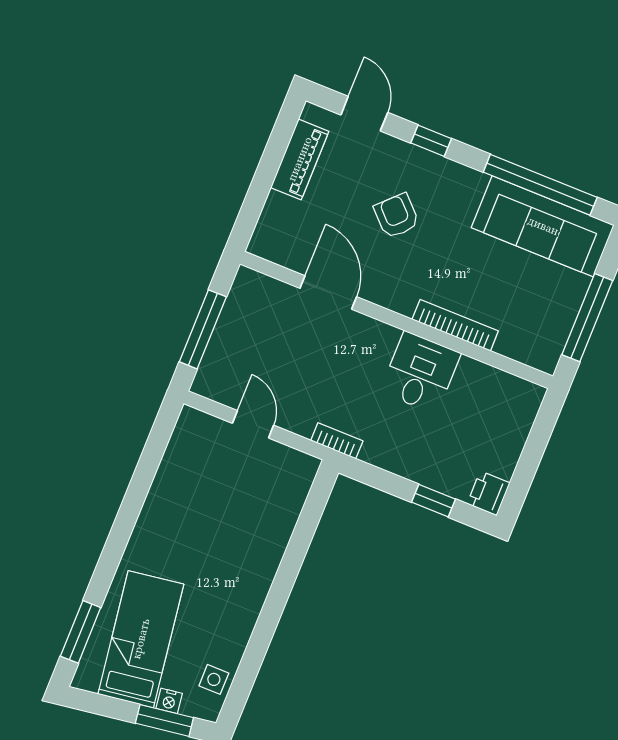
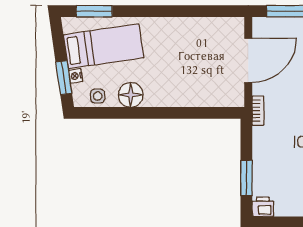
door: (253, 424) -> (248, 60), width x1.87
window: (434, 501) -> (246, 178), width x1.50
floor lamp: (233, 628) -> (131, 95), added

